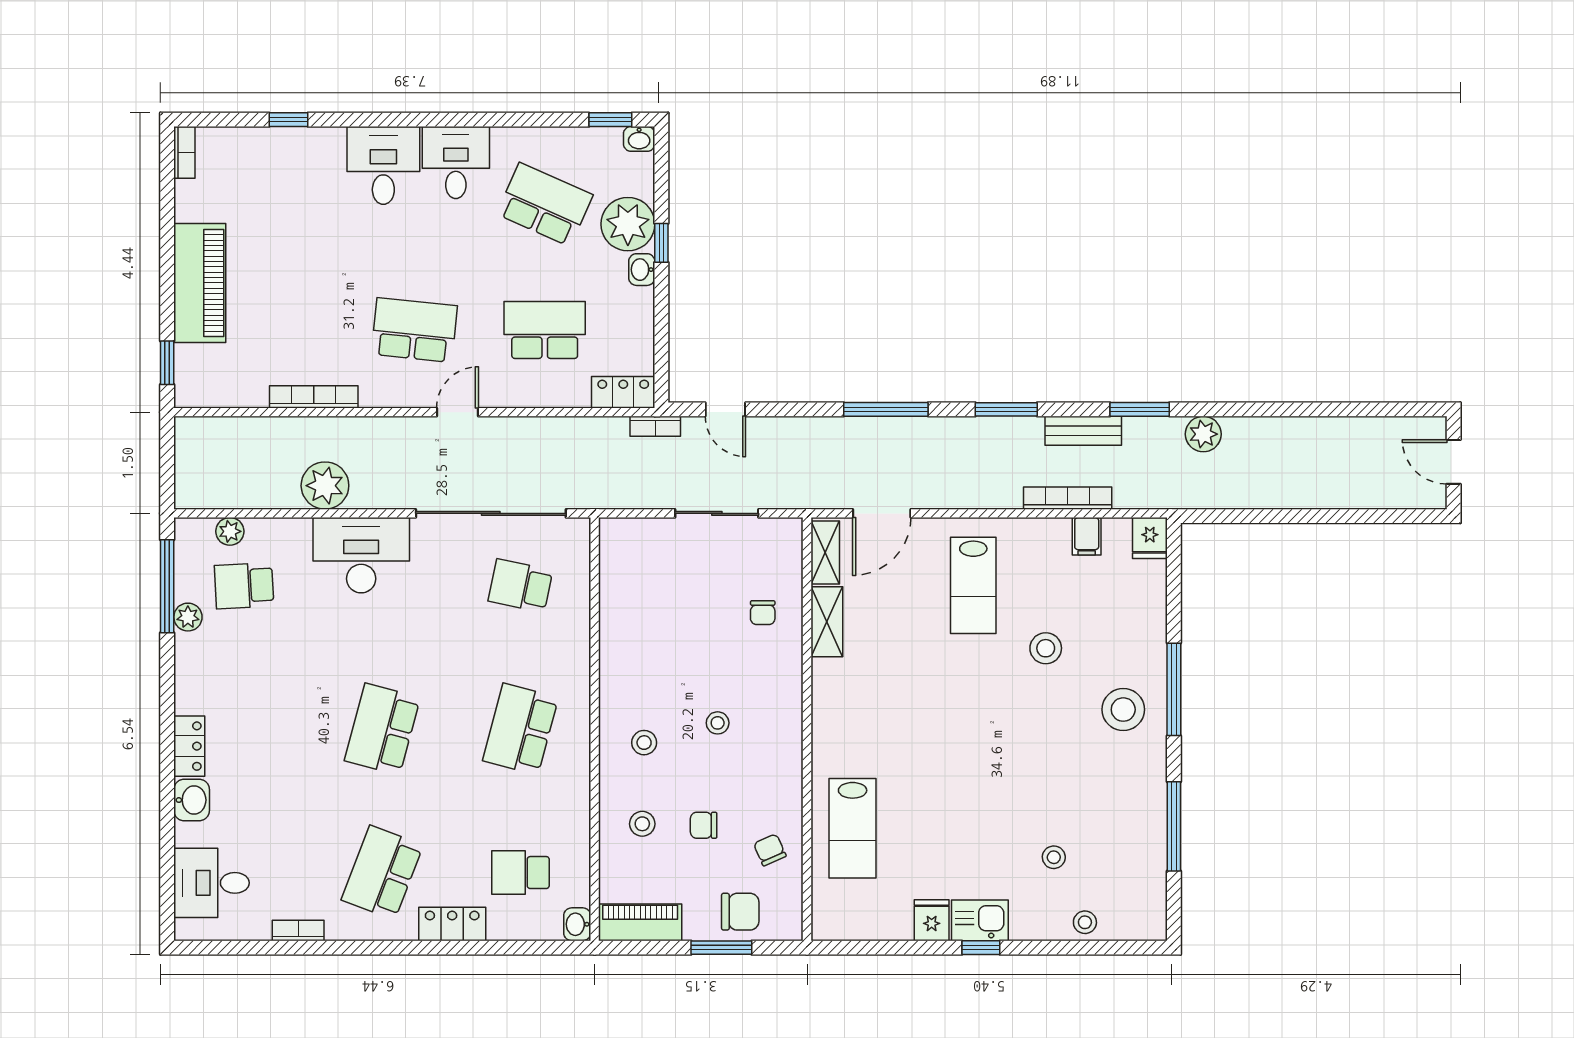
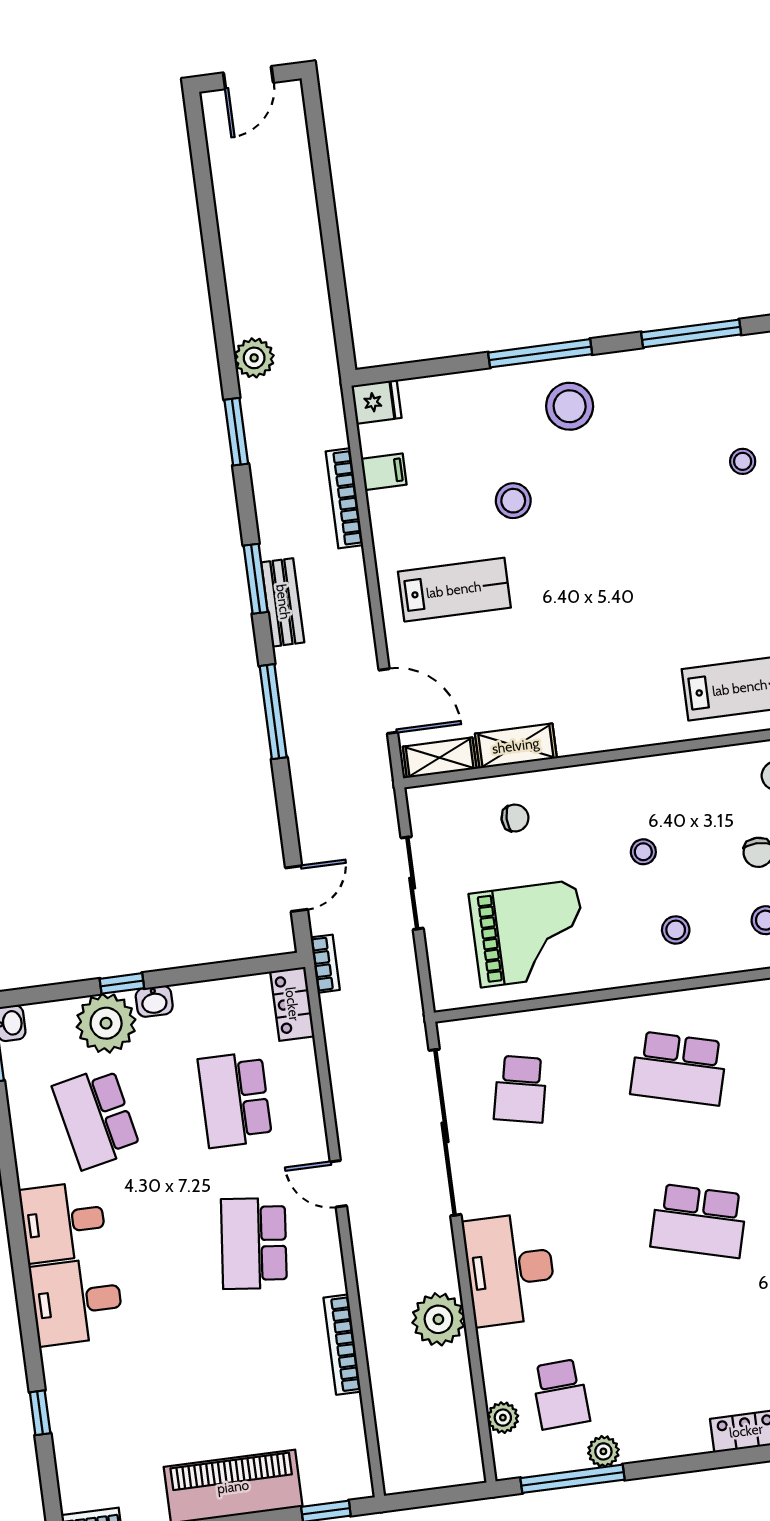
school desk: (545, 204) -> (96, 1118), turned -36
bench: (1083, 431) -> (283, 602), moved
grand piano: (658, 611) -> (529, 934), added

